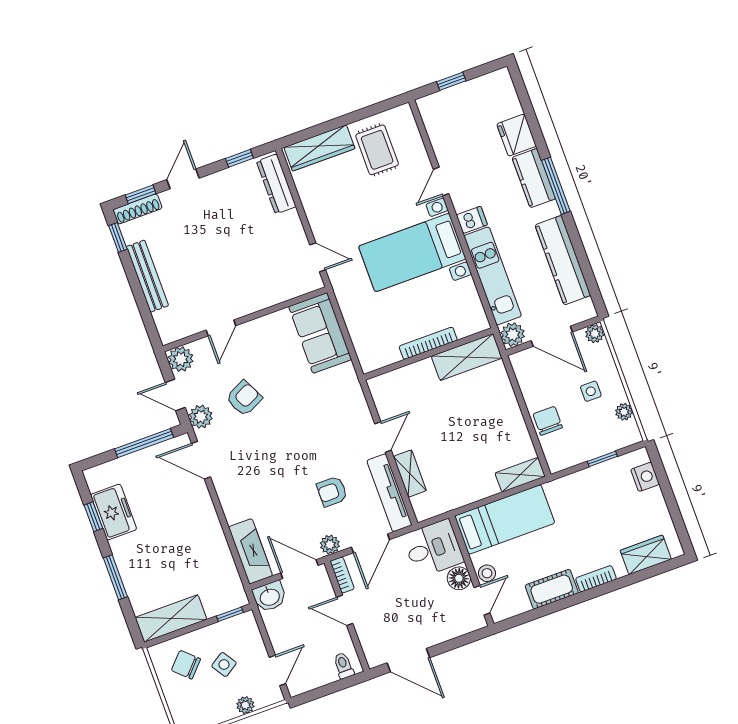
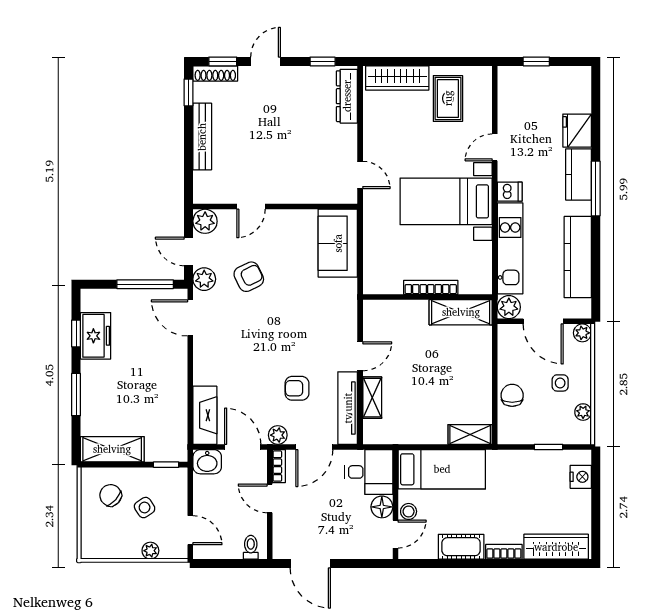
wardrobe: (646, 555) -> (556, 547), width x1.50
door: (277, 670) -> (190, 530), hinge flipped

